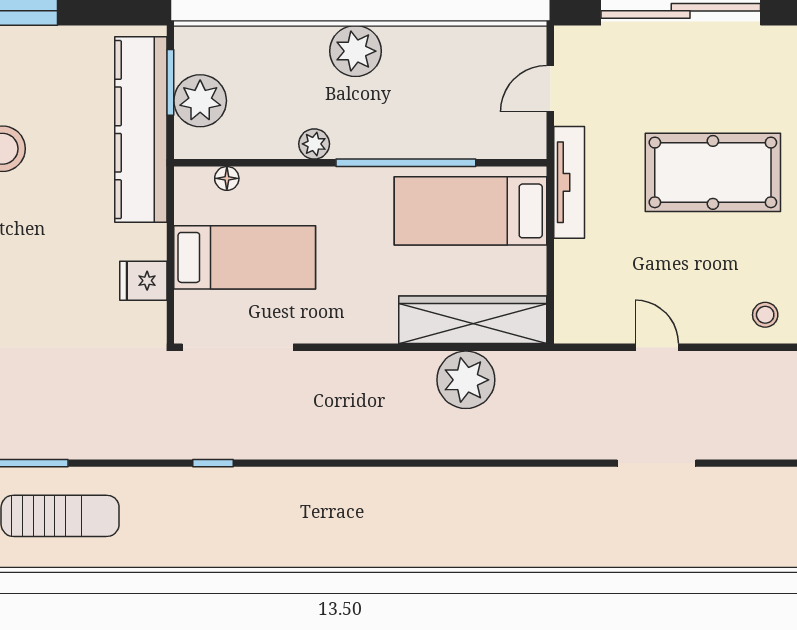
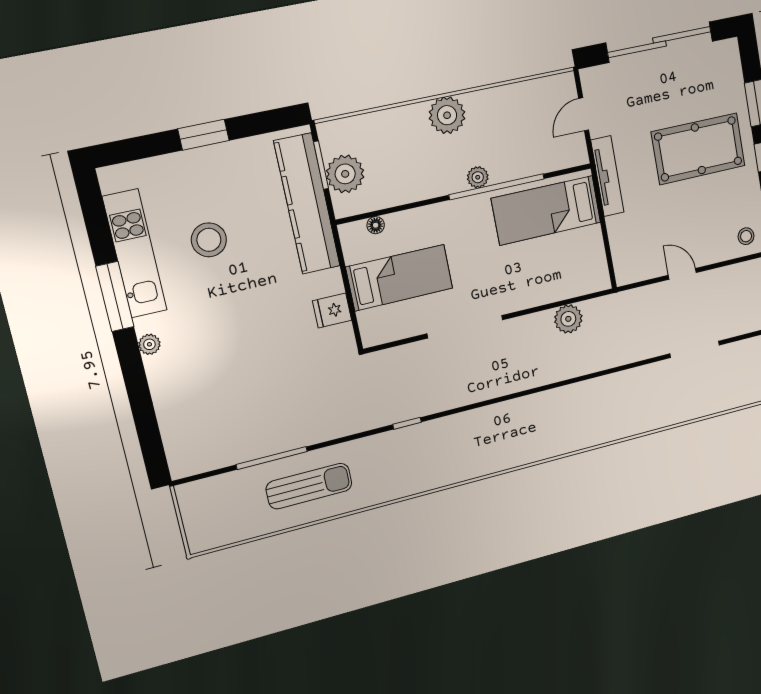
plant: (314, 144) -> (478, 177), moved
wardrobe: (473, 320) -> (561, 284), removed
doorway: (238, 347) -> (465, 327), moved
plant: (466, 380) -> (568, 319), width x0.73, depth x0.73

